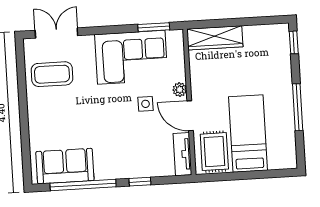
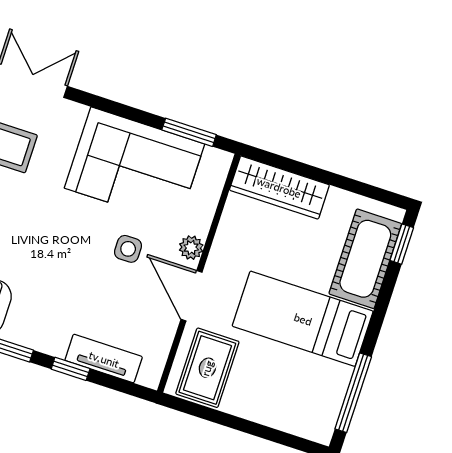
cot: (277, 58) -> (365, 259), added
window: (298, 107) -> (353, 393), moved
bed: (248, 134) -> (303, 319), moved, turned -90
tv unit: (182, 154) -> (104, 359), moved, turned 90

